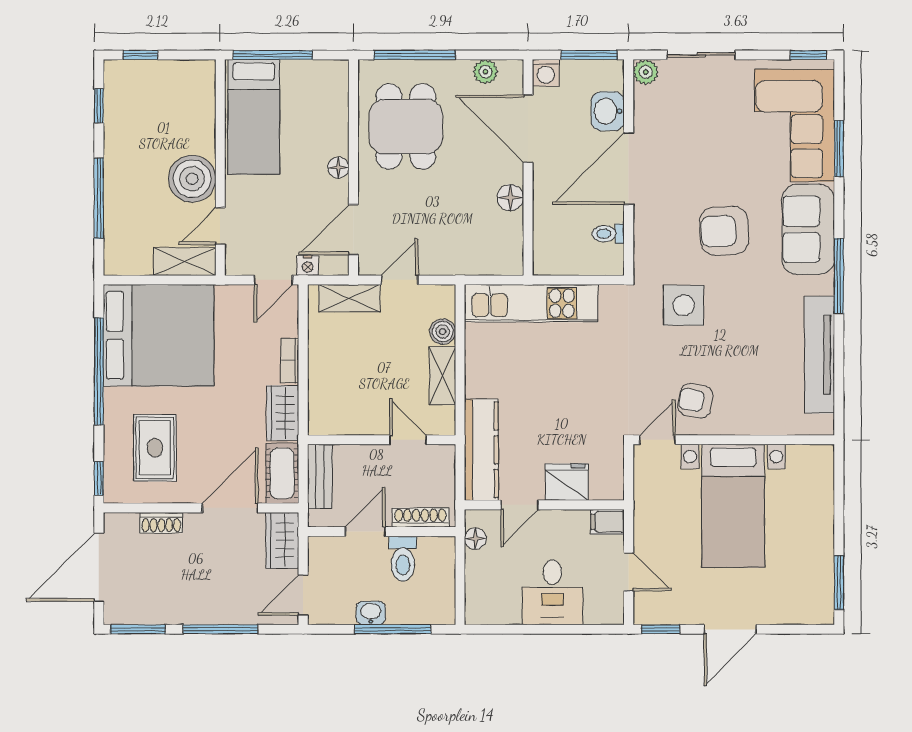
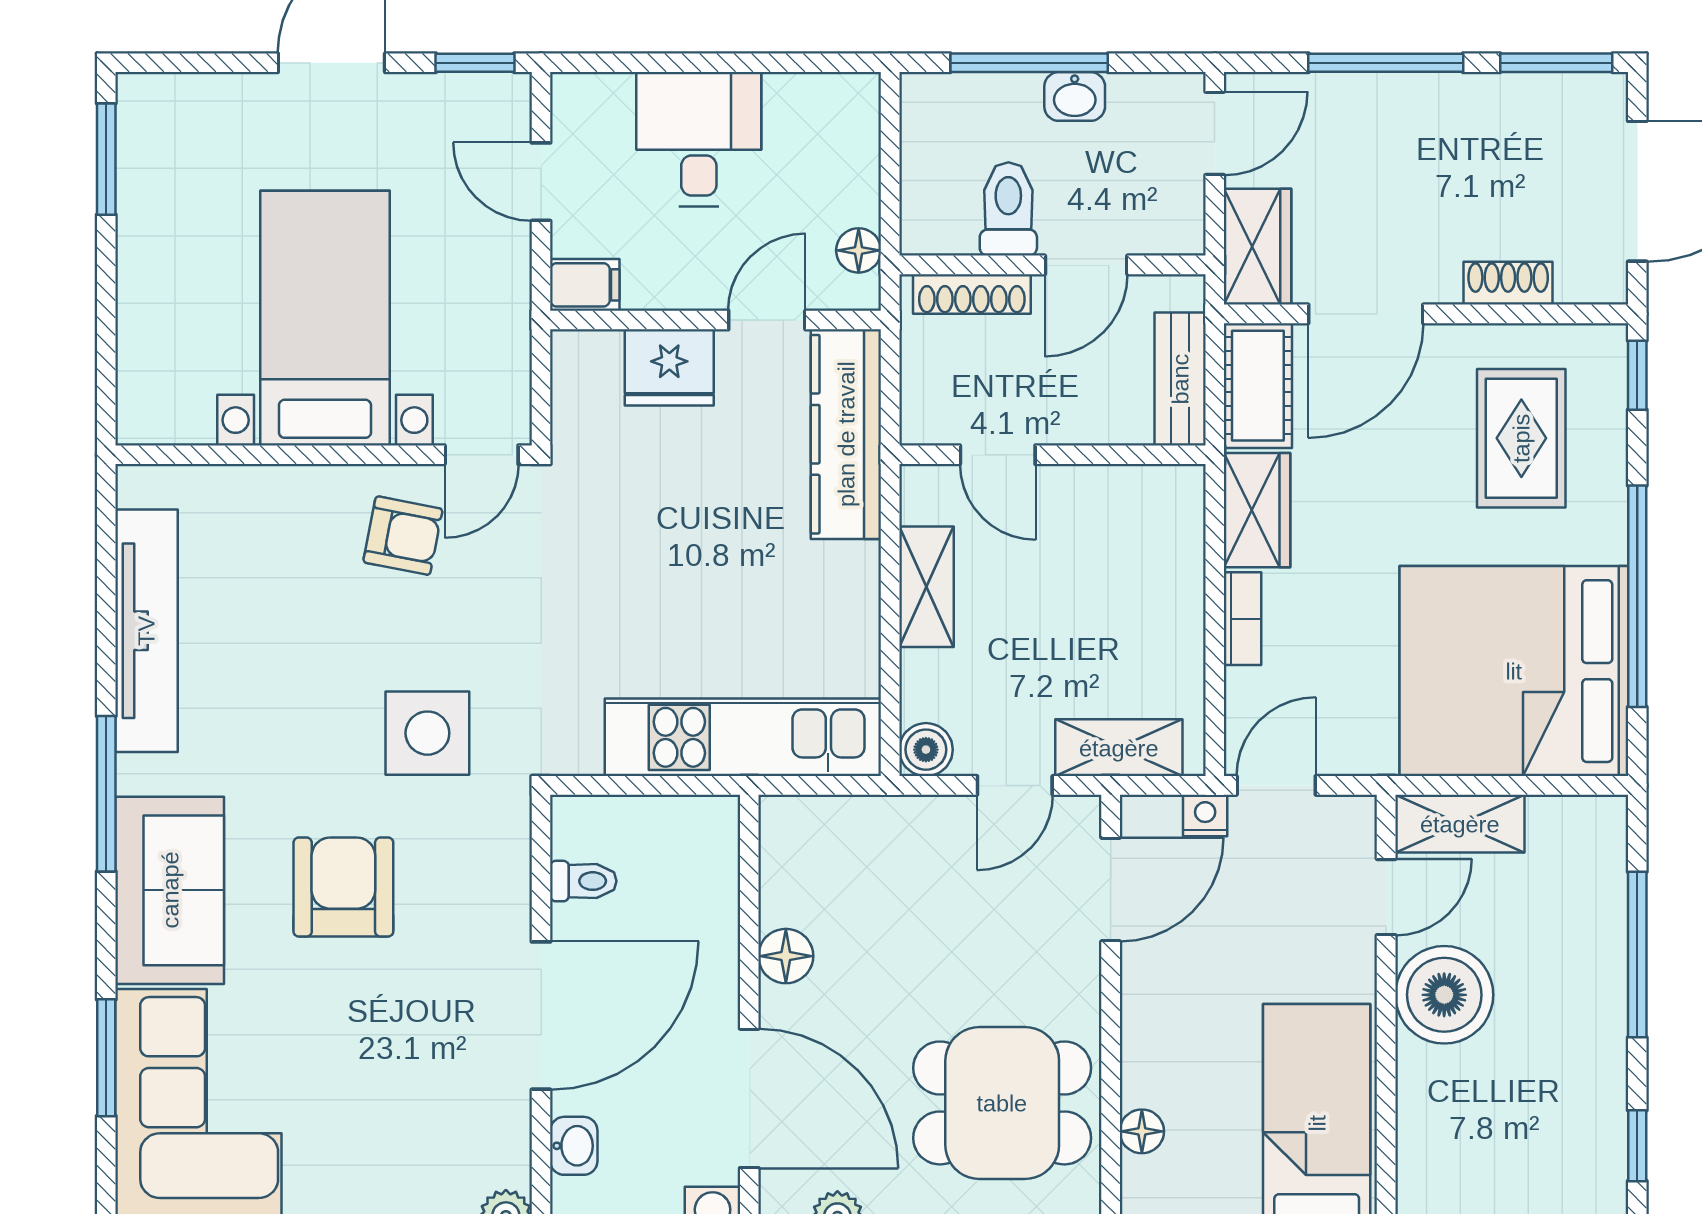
washbasin: (608, 111) -> (574, 1146), width x0.72, depth x0.69
dining table: (406, 126) -> (1002, 1103), turned 90
floor lamp: (338, 168) -> (1142, 1131), moved
armchair: (724, 231) -> (343, 887), turned -87
boiler: (443, 332) -> (926, 750), moved

